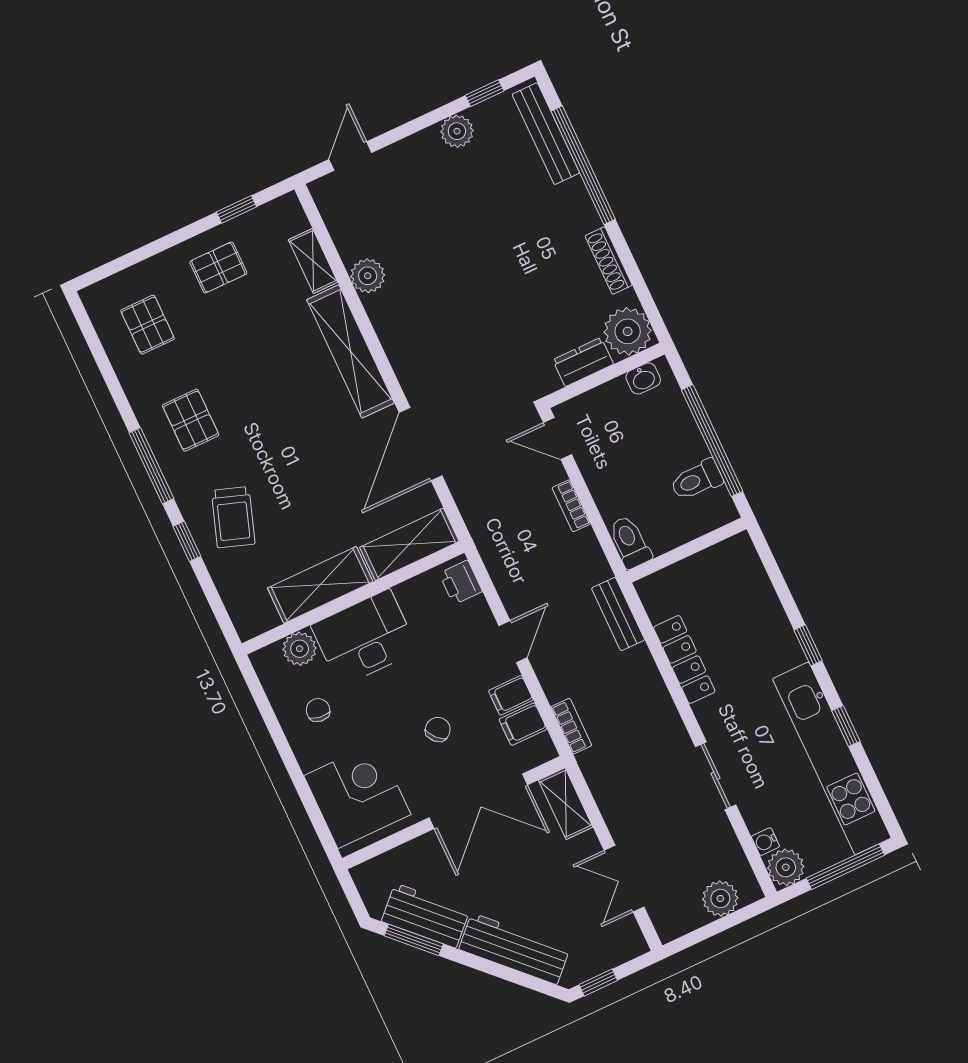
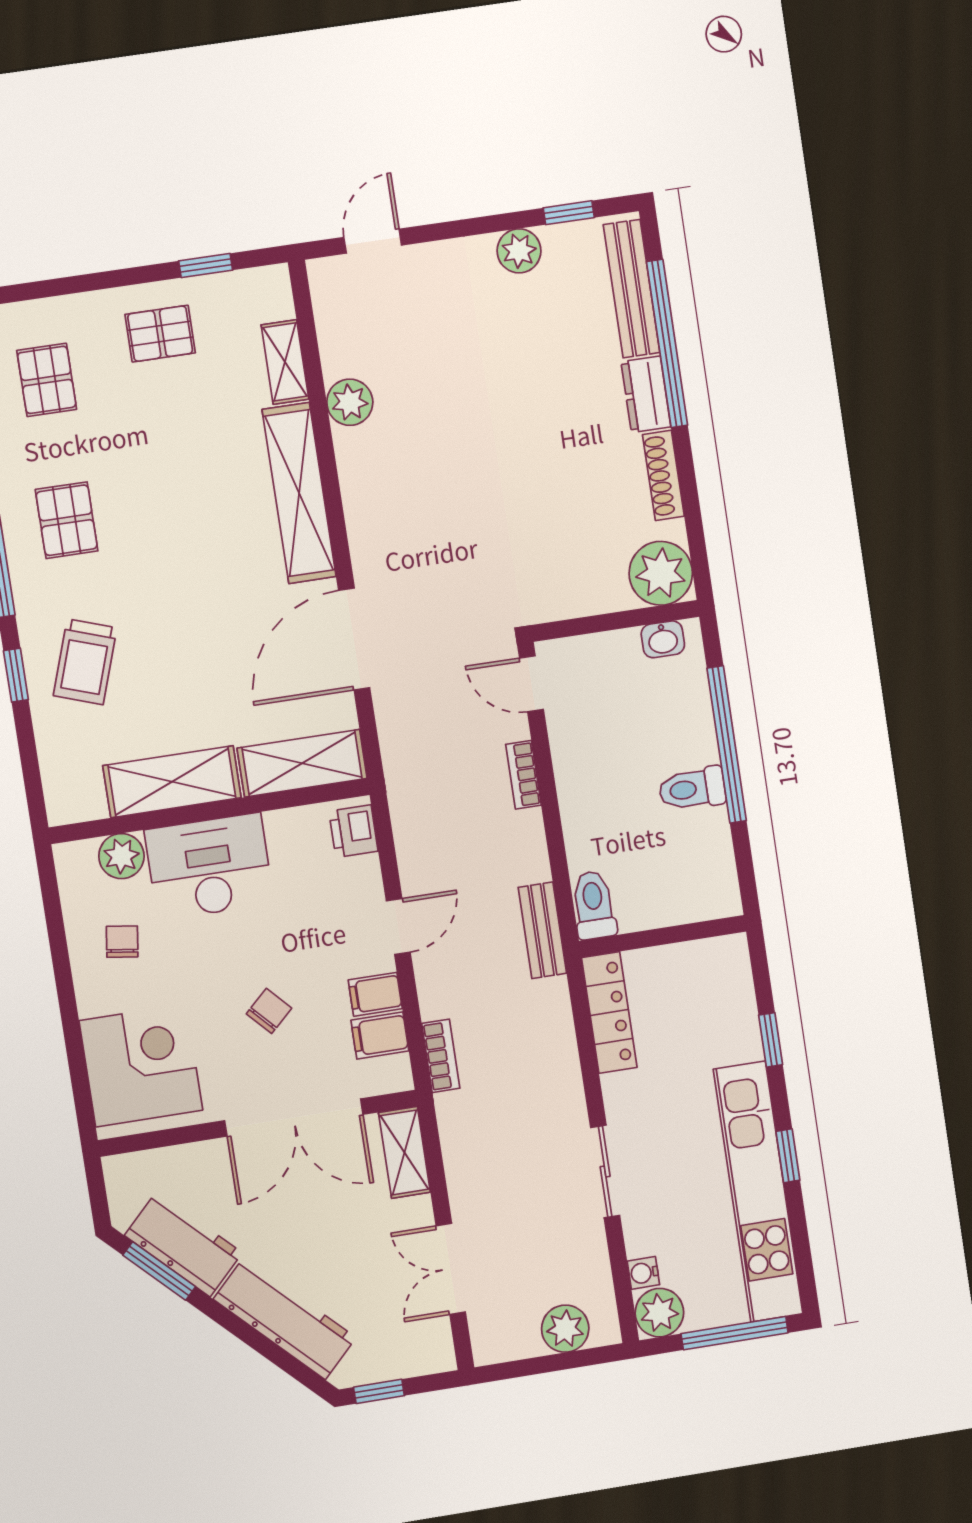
dresser: (583, 362) -> (646, 394), moved, turned -90
toilet: (630, 542) -> (594, 905), moved
wall: (687, 550) -> (663, 936), moved

